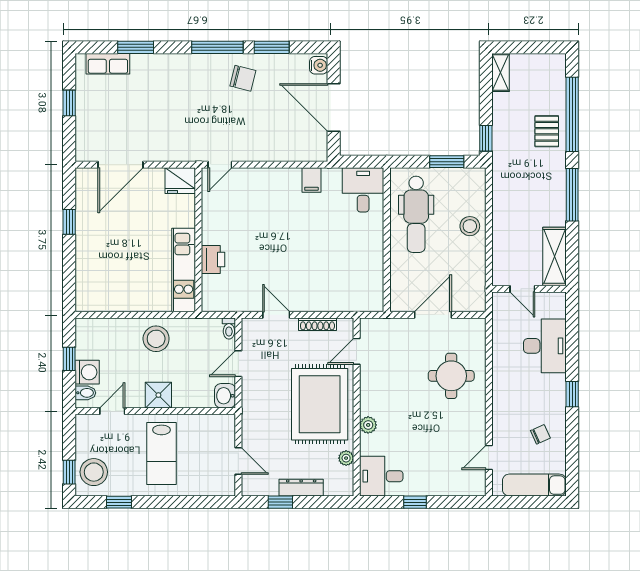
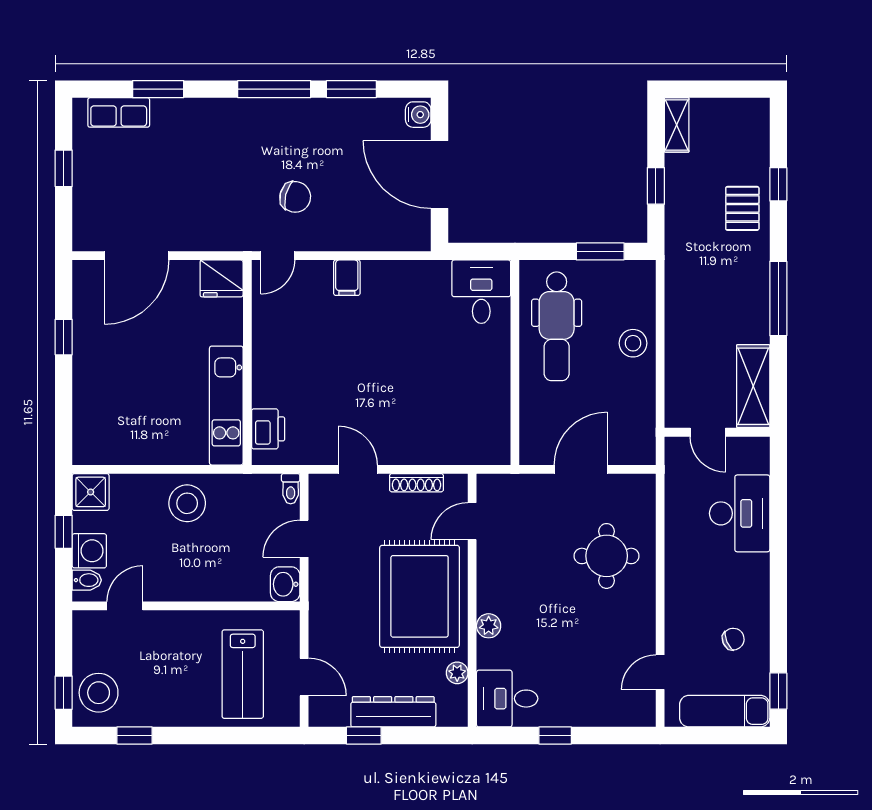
chair: (243, 78) -> (295, 197), moved
window: (572, 114) -> (778, 184), width x0.32
window: (486, 138) -> (656, 186), moved
filing cabinet: (311, 180) -> (347, 278), moved
printer: (213, 260) -> (268, 429), moved
window: (572, 394) -> (778, 691), moved
shower: (158, 395) -> (91, 492), moved
lab bench: (162, 454) -> (243, 674), moved
dresser: (301, 488) -> (393, 712), width x1.37, depth x1.24

